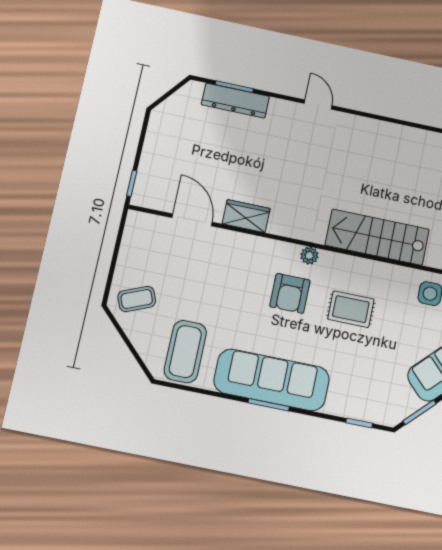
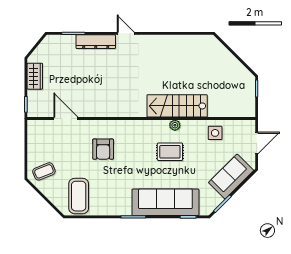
dresser: (235, 101) -> (96, 42), moved
wardrobe: (246, 216) -> (35, 76), moved, turned 90
plant: (309, 256) -> (175, 125), moved
armchair: (290, 293) -> (103, 149), moved
sofa: (272, 380) -> (165, 202), moved

